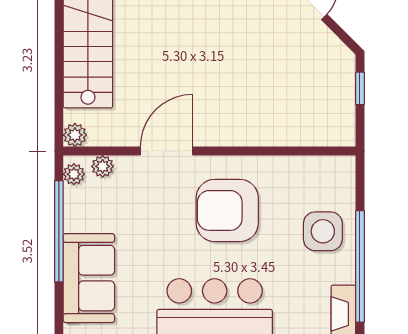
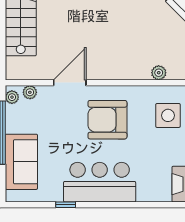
plant: (75, 135) -> (159, 73), moved
side table: (323, 231) -> (168, 115), moved

